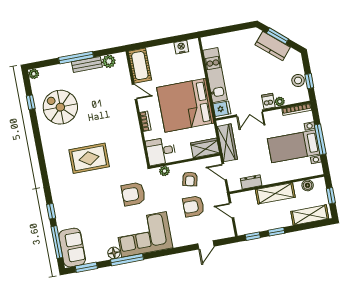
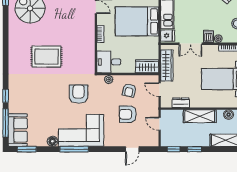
bed: (185, 105) -> (137, 21), width x0.73
armchair: (133, 194) -> (79, 94), turned 90
window: (127, 260) -> (74, 149), moved

